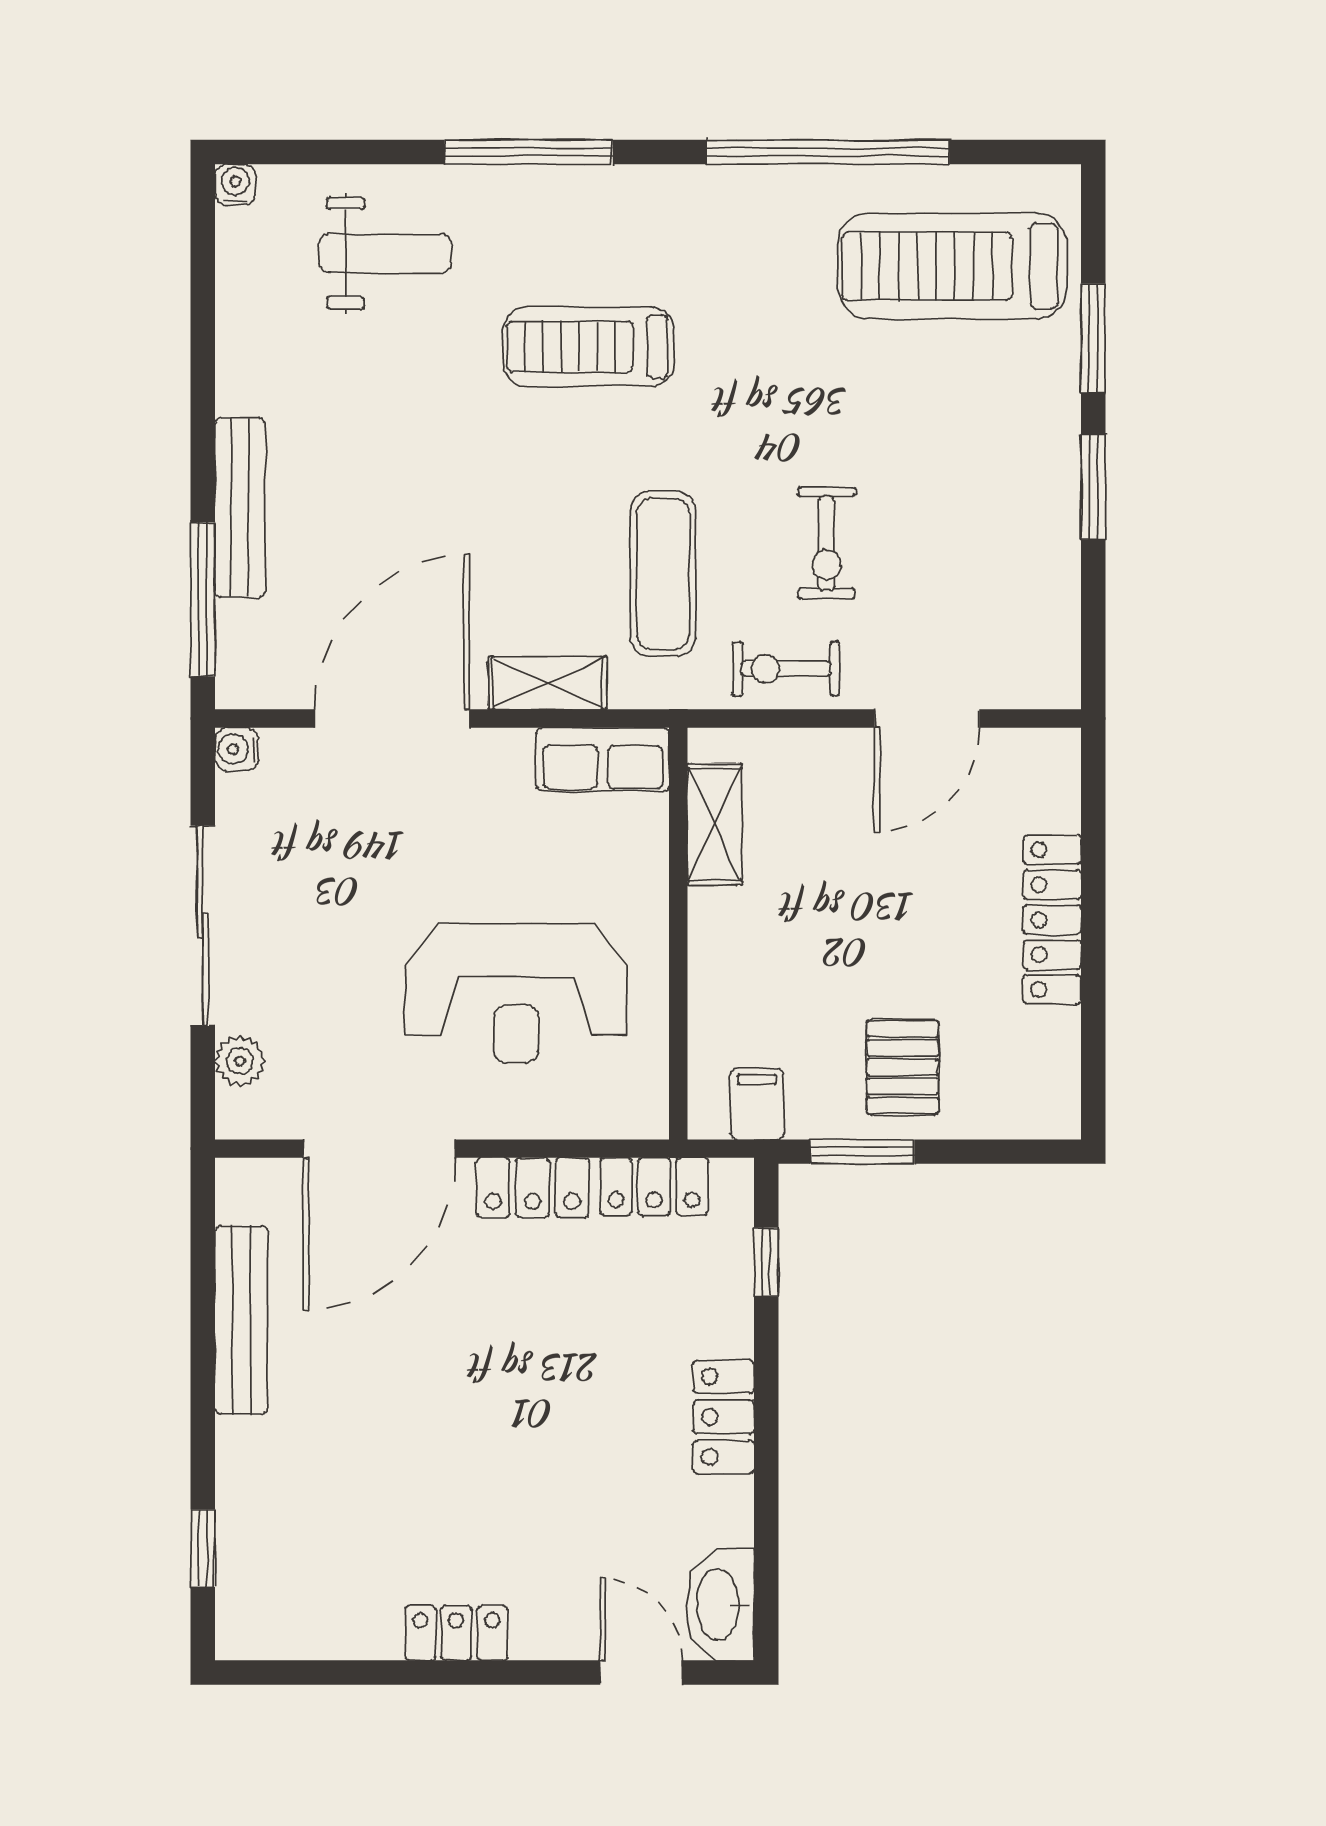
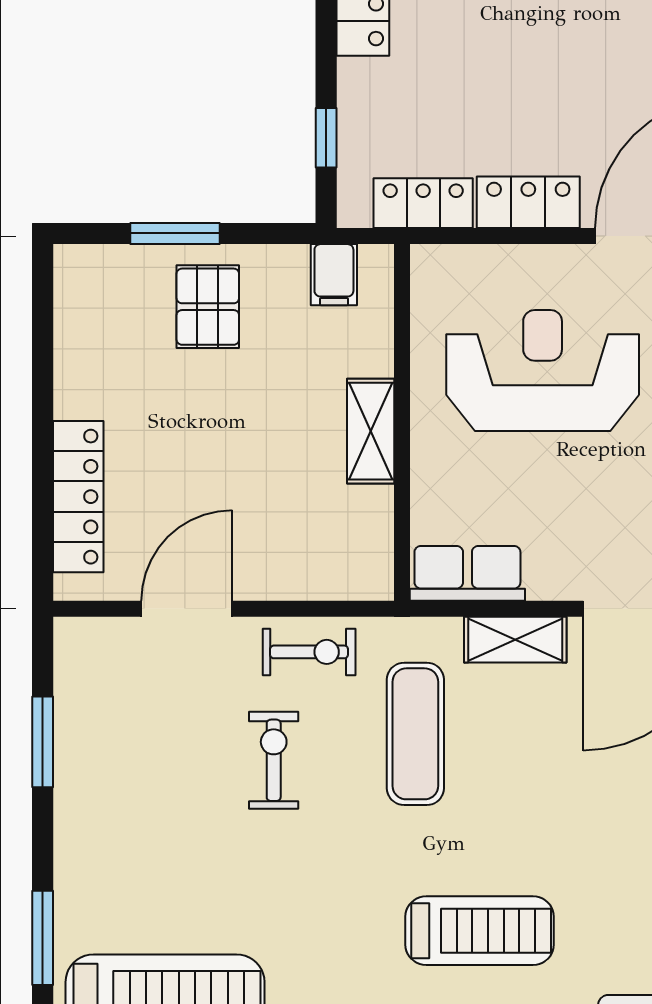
window: (1093, 487) -> (43, 742), moved
shelving: (715, 824) -> (371, 431), moved
locker: (1052, 920) -> (78, 497), moved
window: (862, 1152) -> (175, 233), moved

